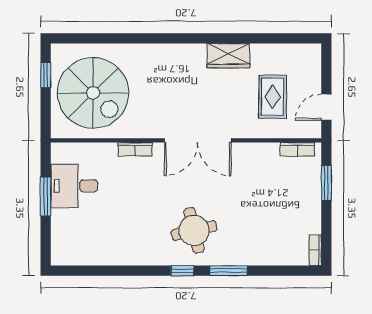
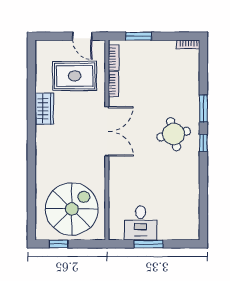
rug: (273, 97) -> (75, 76), width x1.36, depth x1.43
bookcase: (135, 149) -> (114, 84), moved

